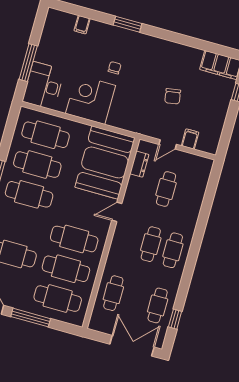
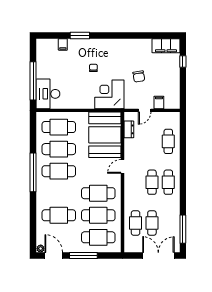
window: (128, 24) -> (80, 35), moved
window: (28, 63) -> (33, 81), width x1.46
corner desk: (90, 100) -> (109, 94), moved
cafe table: (166, 189) -> (168, 141), moved
cafe table: (158, 305) -> (152, 223), moved
window: (175, 319) -> (183, 229), width x2.17

